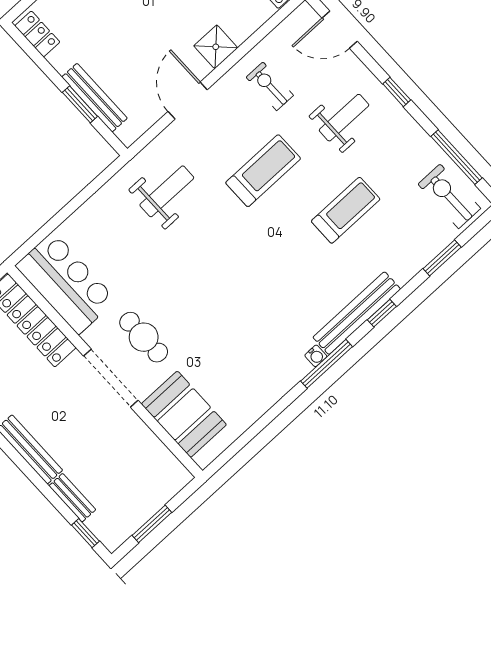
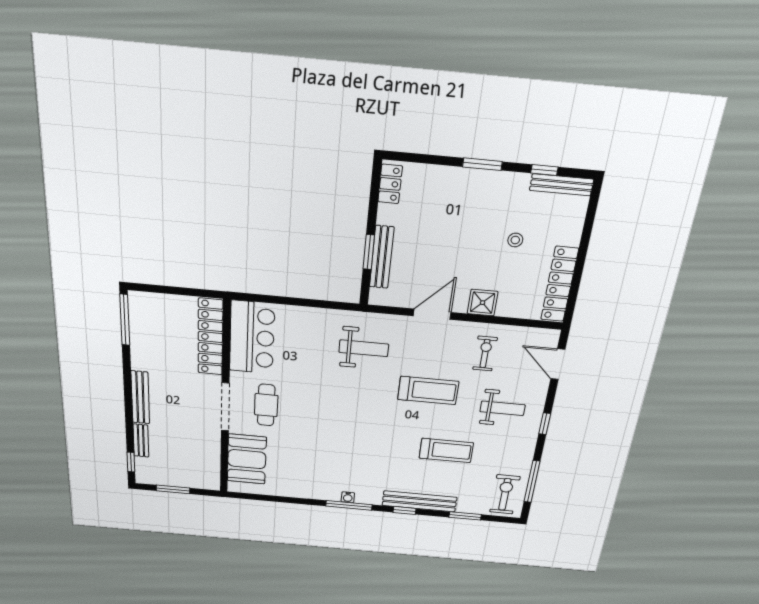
bench: (357, 313) -> (419, 501), moved

